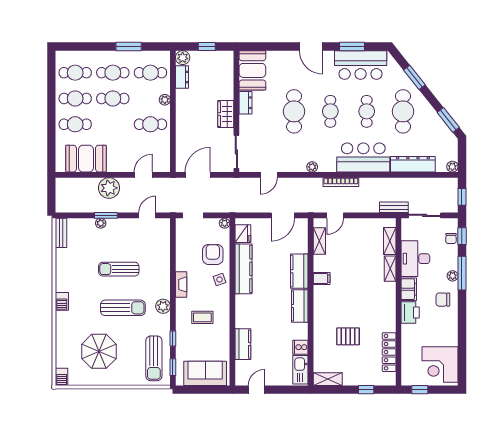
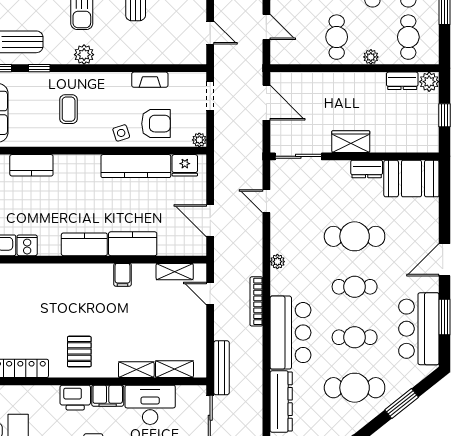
bench: (394, 207) -> (221, 368), width x1.36
fireplace: (181, 284) -> (150, 80), moved
pallet: (348, 336) -> (79, 352), moved

